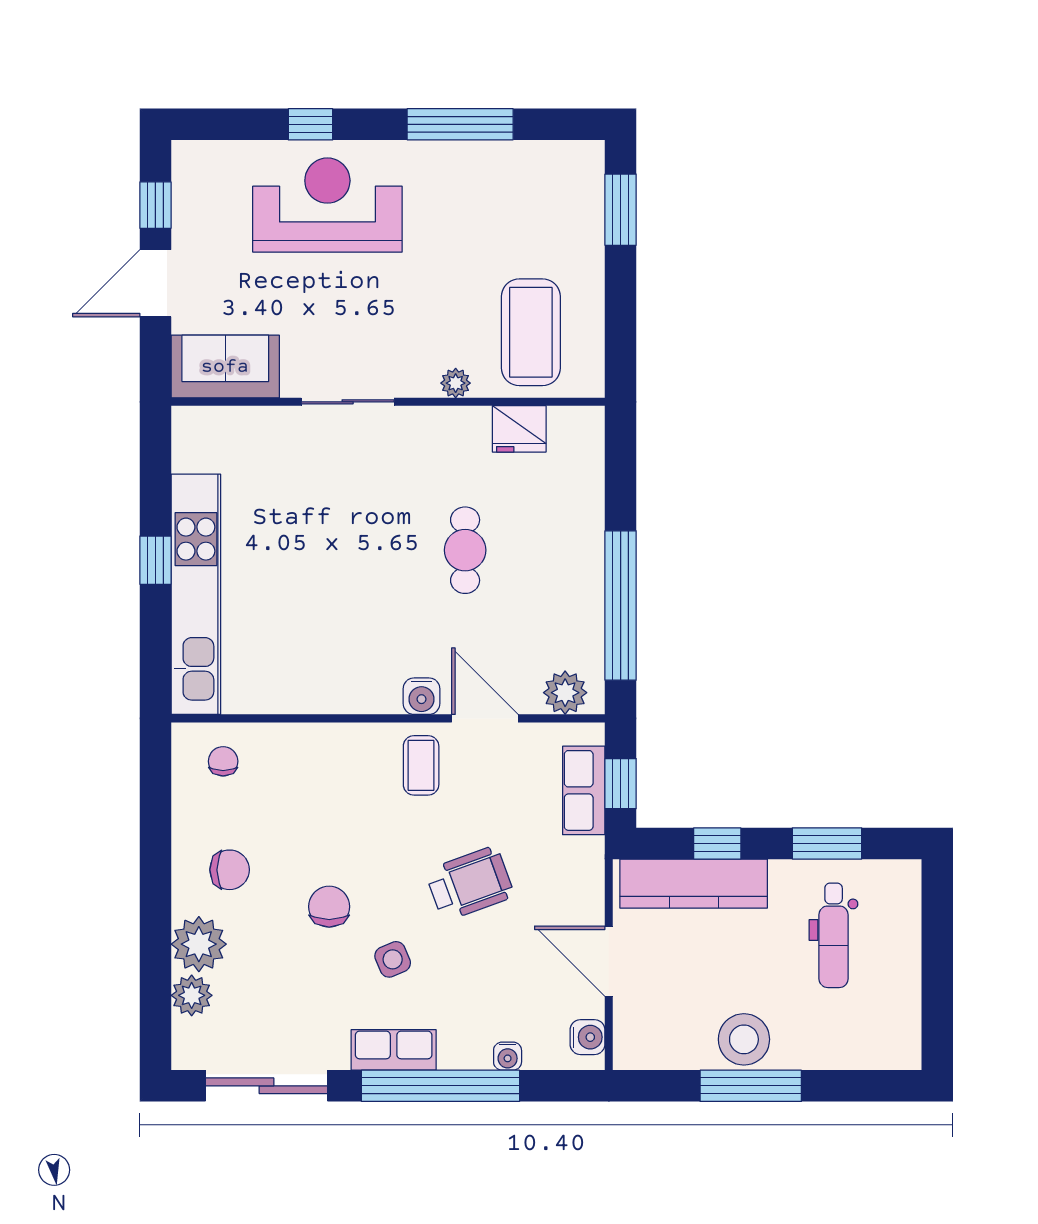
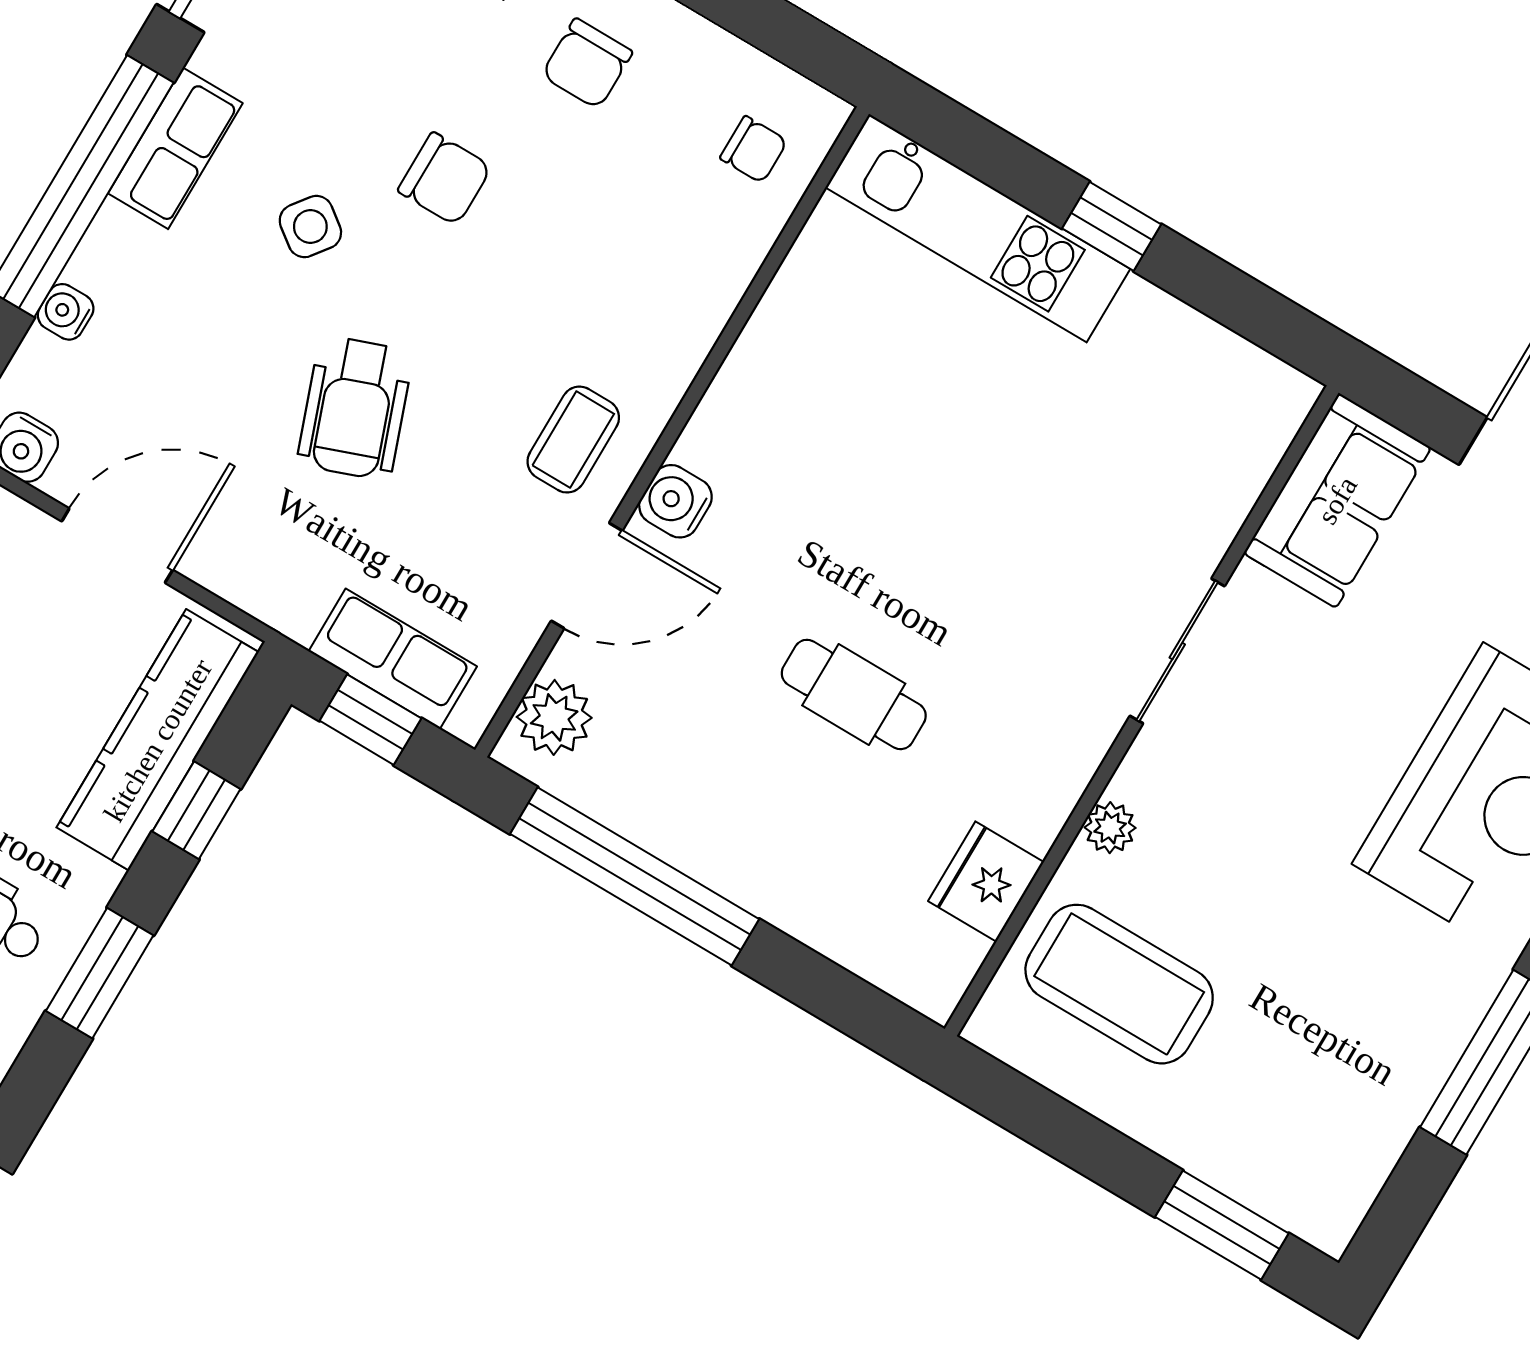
kitchen unit: (196, 594) -> (978, 228), width x0.73
coffee table: (421, 765) -> (573, 440), turned 90
side table: (393, 959) -> (310, 227), turned -30

